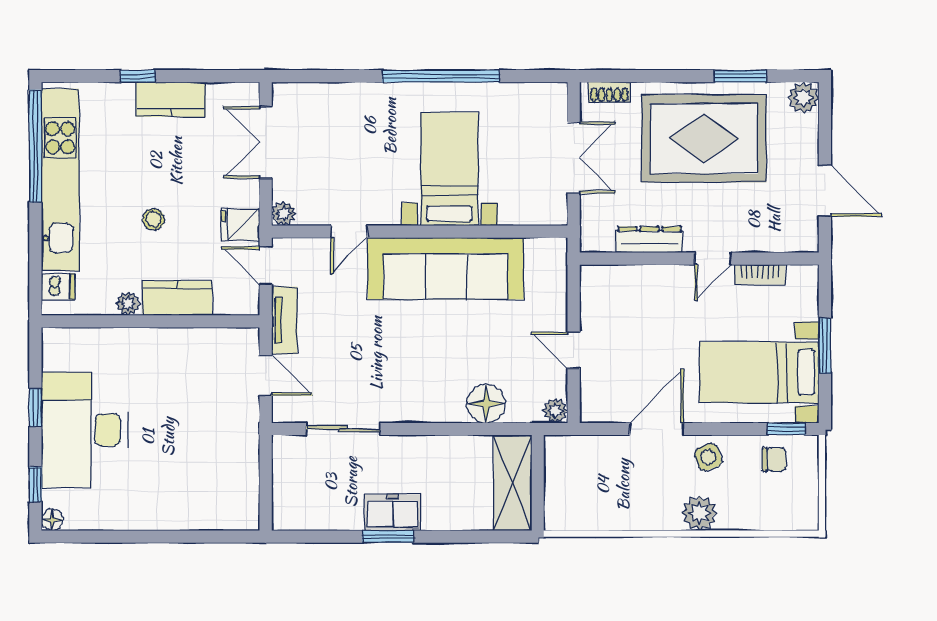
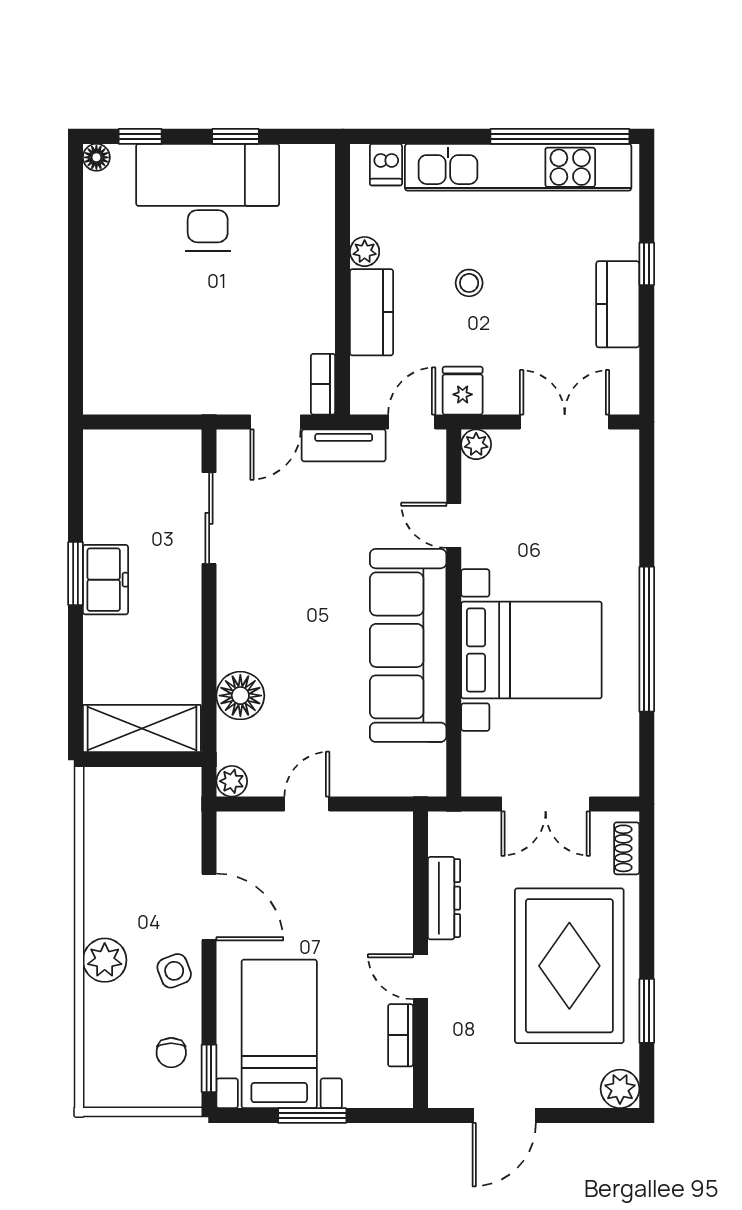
bed with nightstands: (449, 169) -> (531, 650), width x1.36
bookcase: (235, 337) -> (323, 384), added

